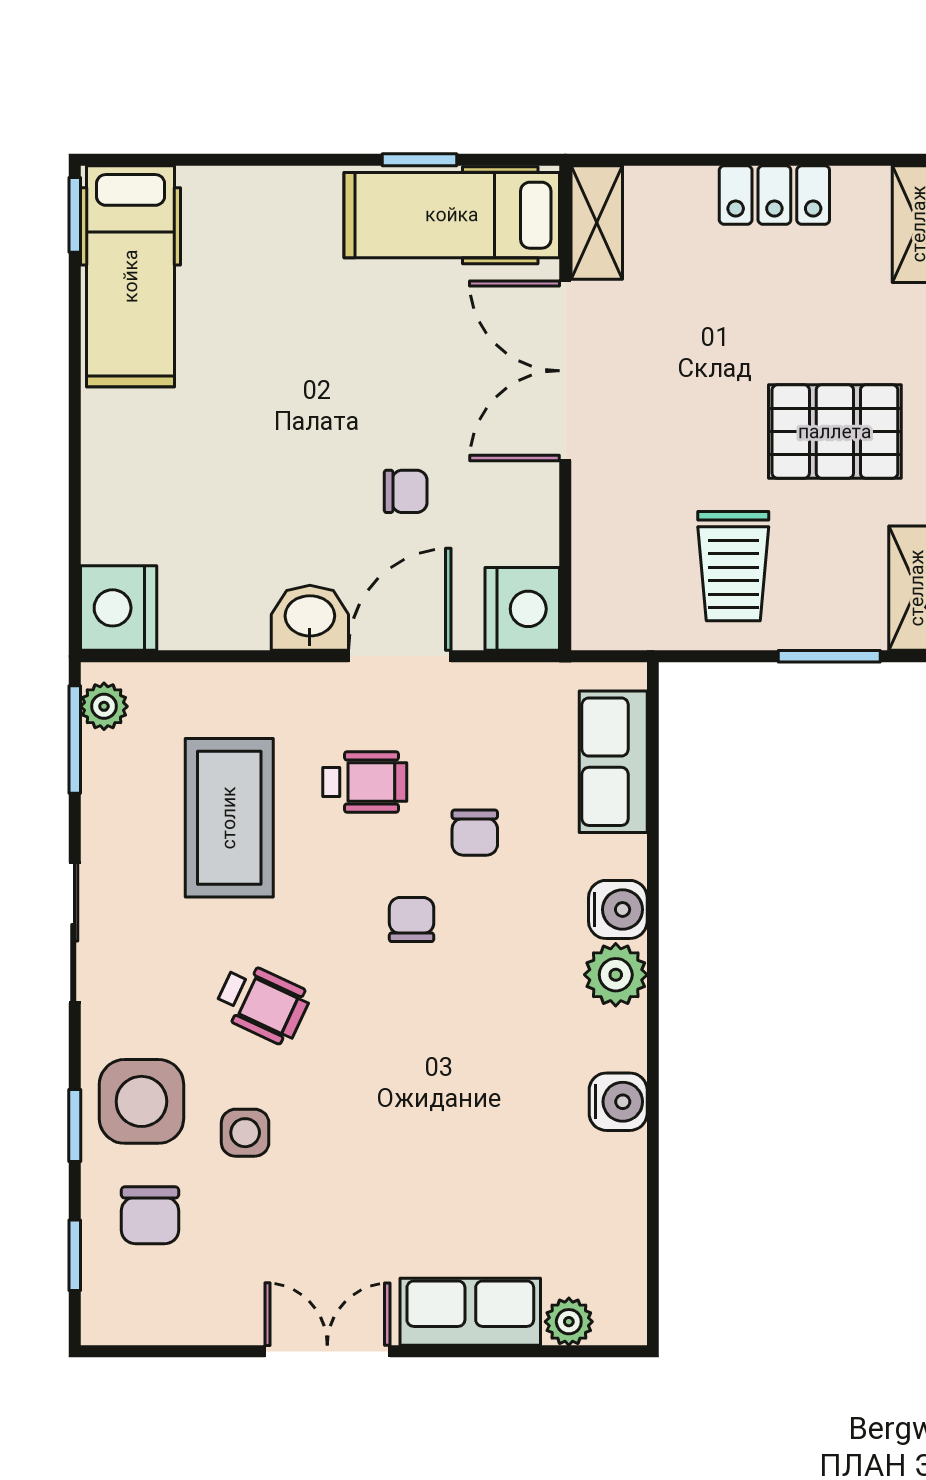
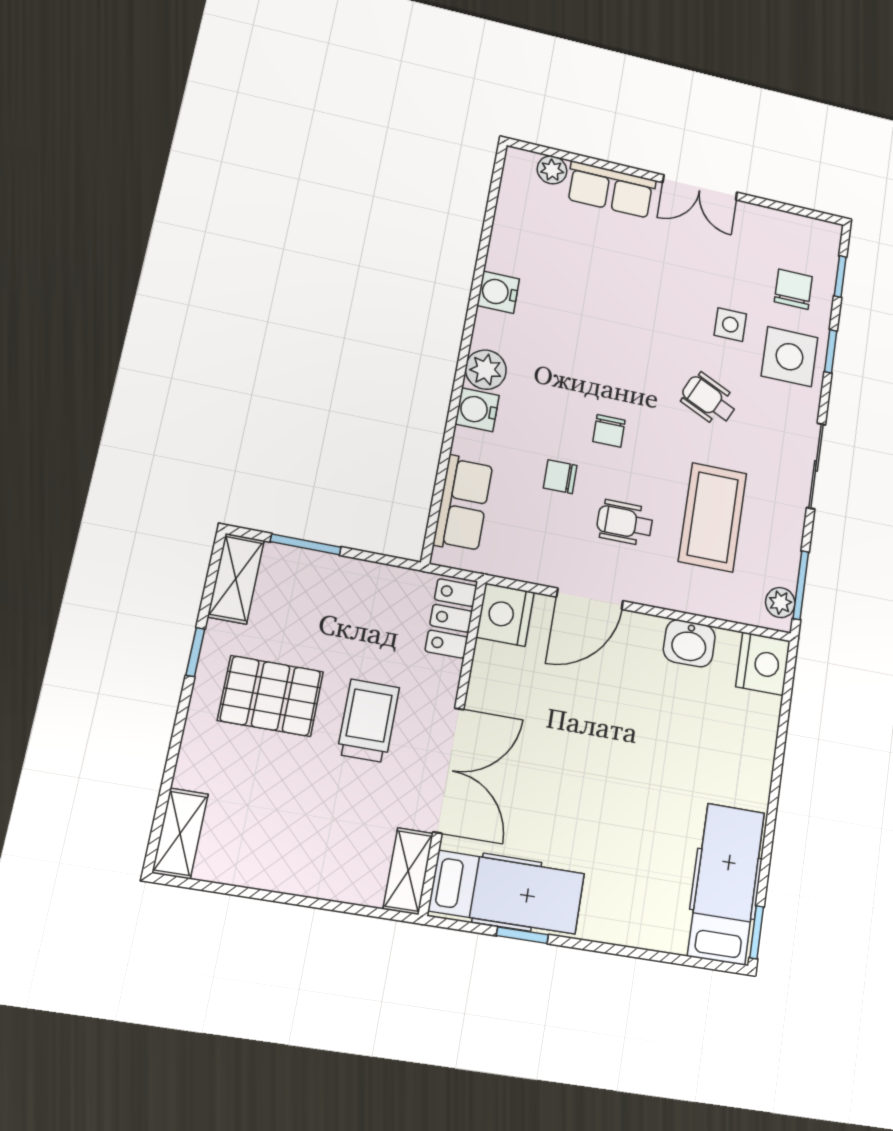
locker: (774, 195) -> (451, 618), moved, turned -90
chair: (406, 491) -> (569, 707), removed
trolley: (733, 566) -> (368, 721), moved
washbasin: (310, 618) -> (689, 643), moved
chair: (475, 833) -> (560, 477), turned -90

